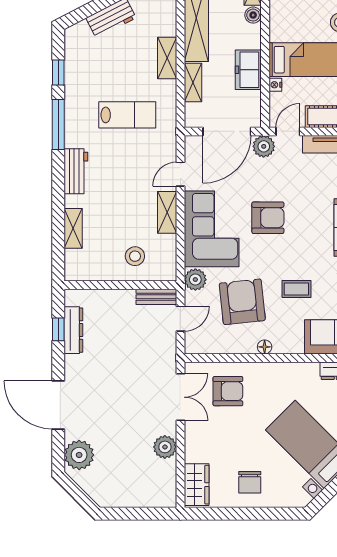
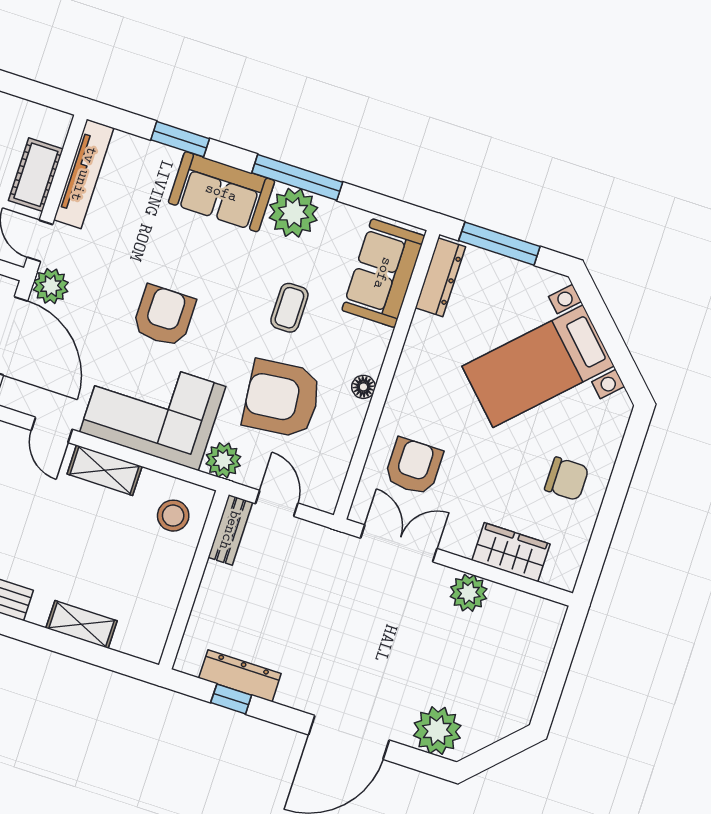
stool: (135, 256) -> (173, 516), moved
wardrobe: (197, 485) -> (511, 552), moved

